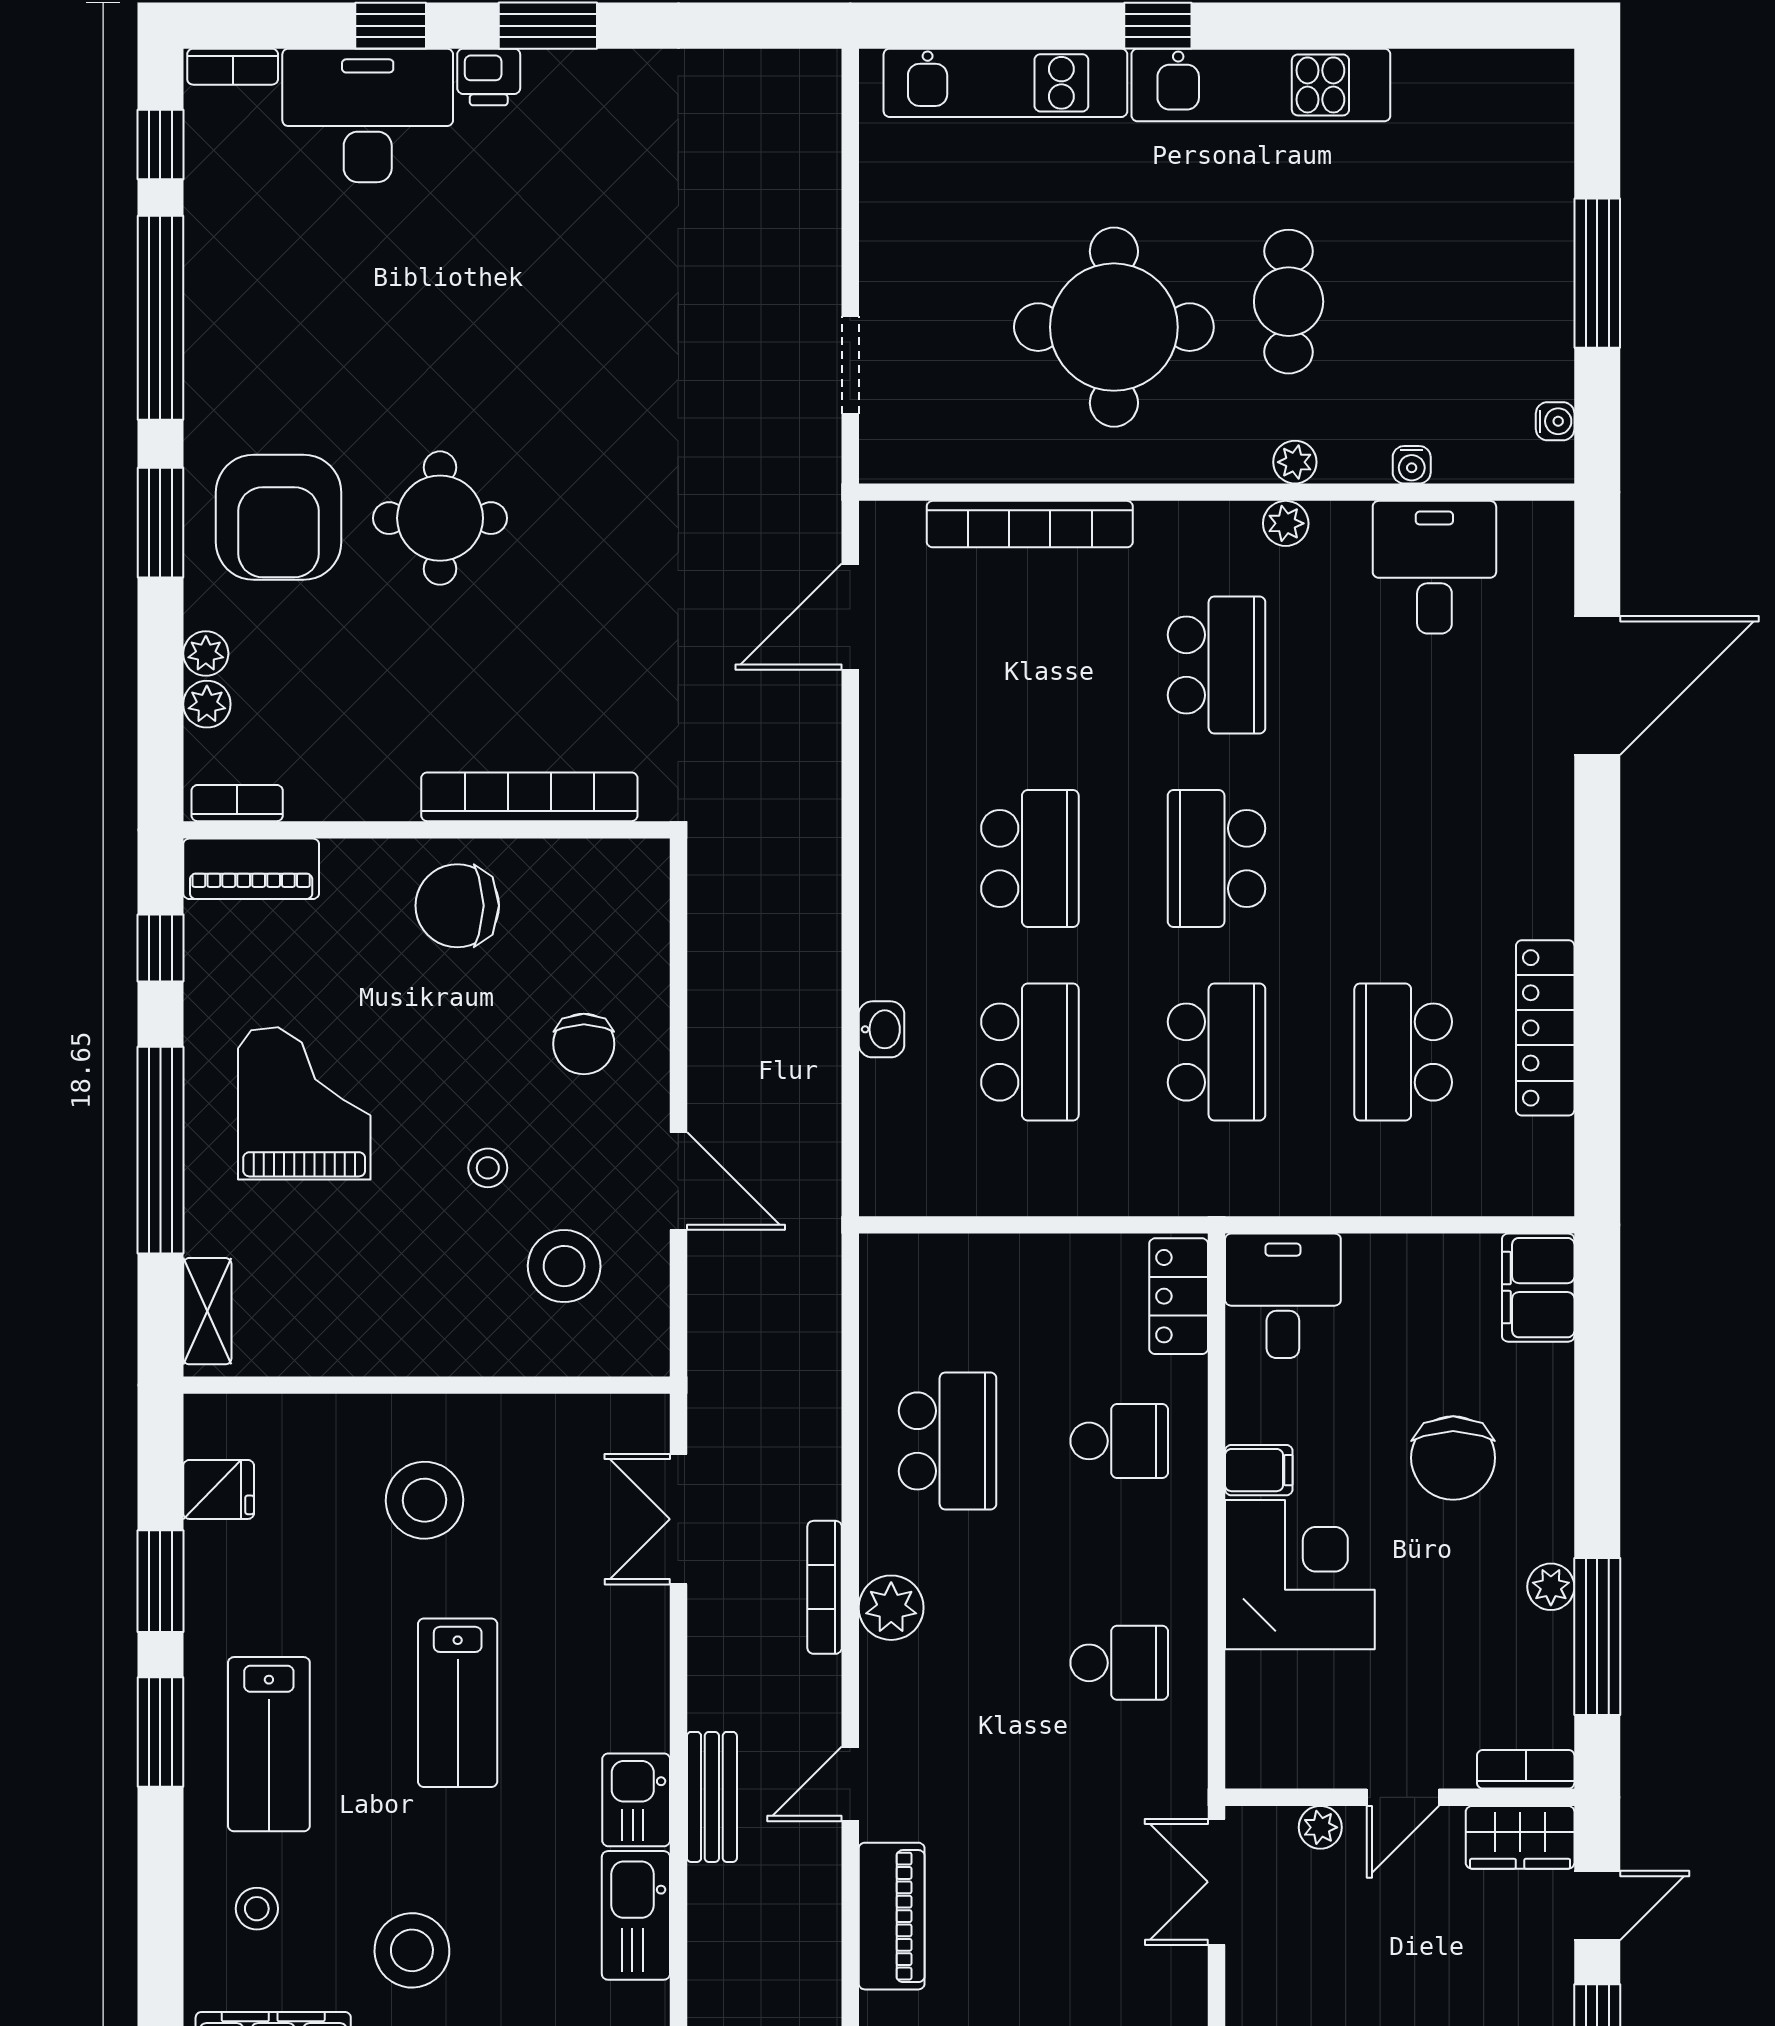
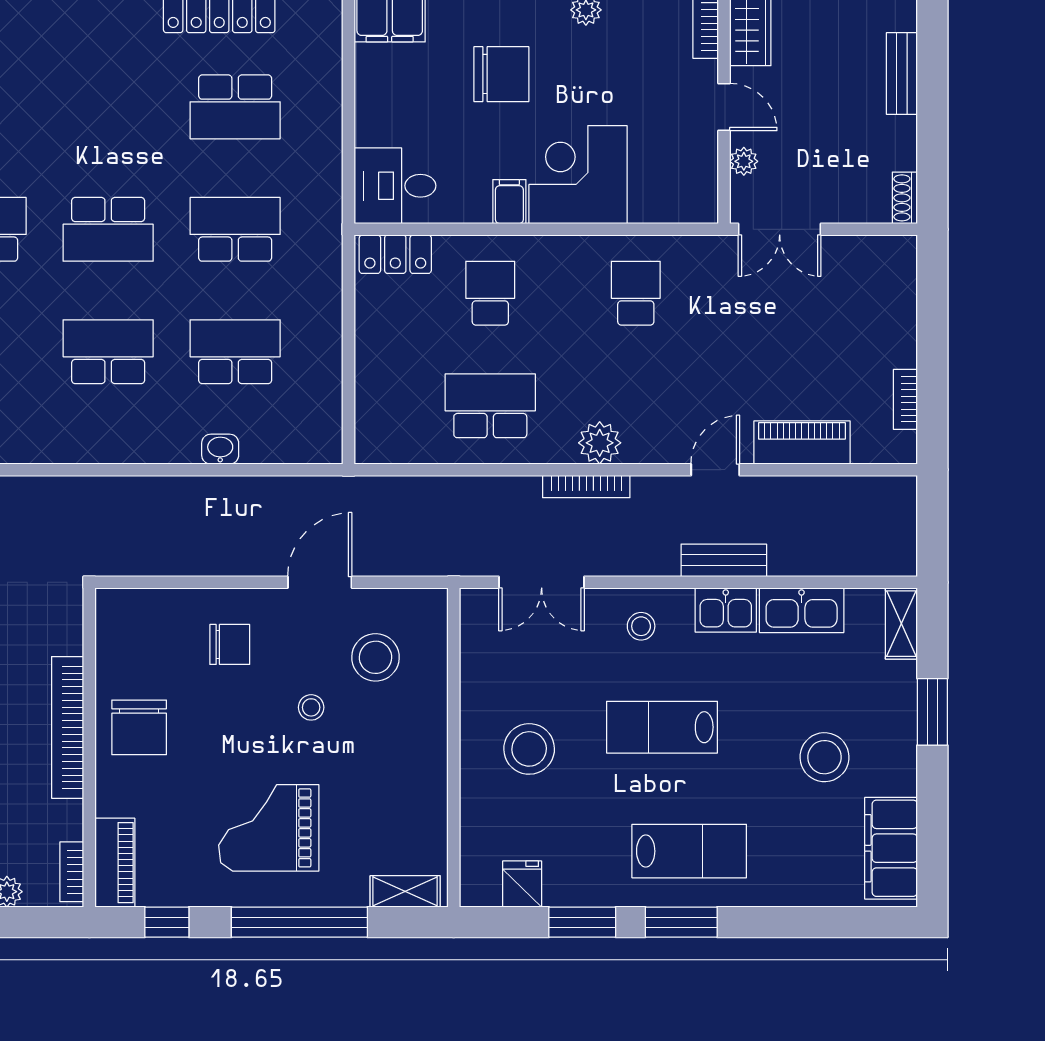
bookcase: (529, 797) -> (68, 727), moved
lab bench: (458, 1703) -> (662, 727), turned 180
door: (850, 1784) -> (715, 470), swing flipped
stool: (257, 1909) -> (641, 626), moved

